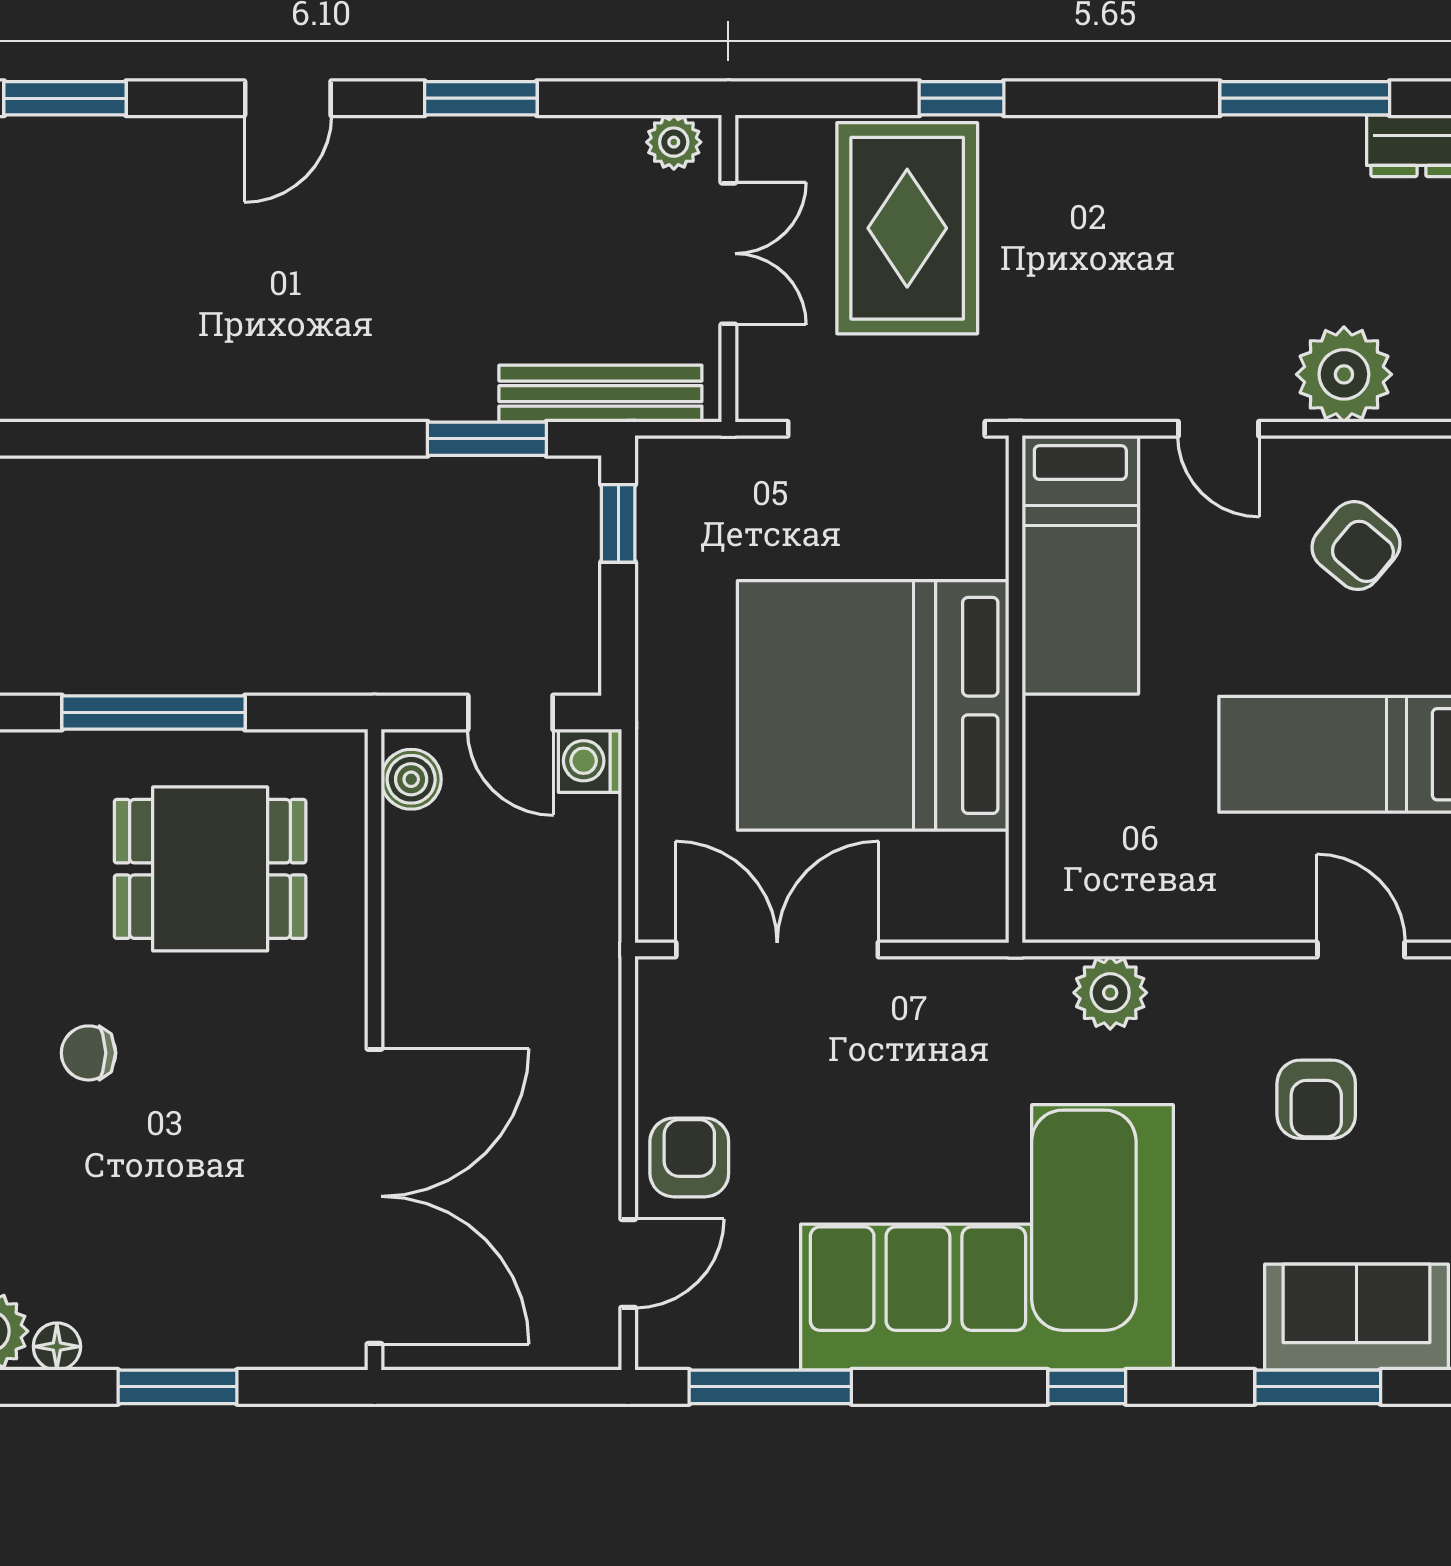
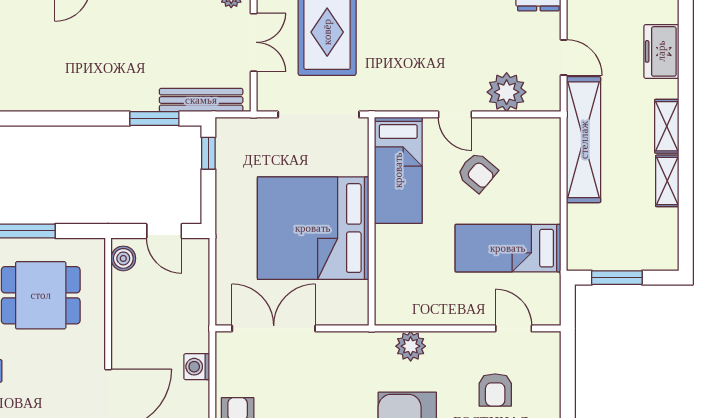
armchair: (1356, 546) -> (477, 172), moved
washing machine: (590, 761) -> (197, 367), moved

